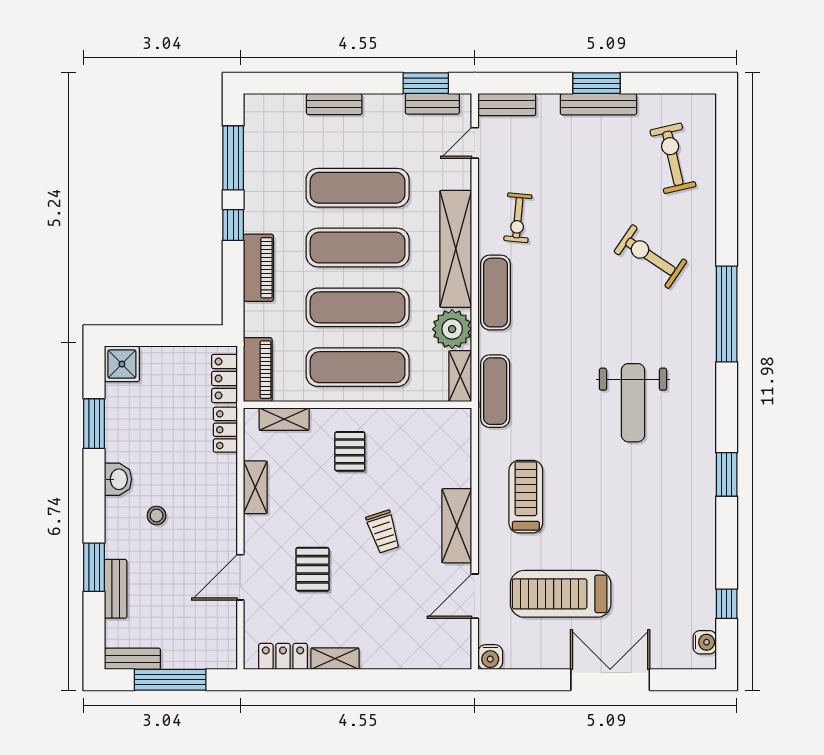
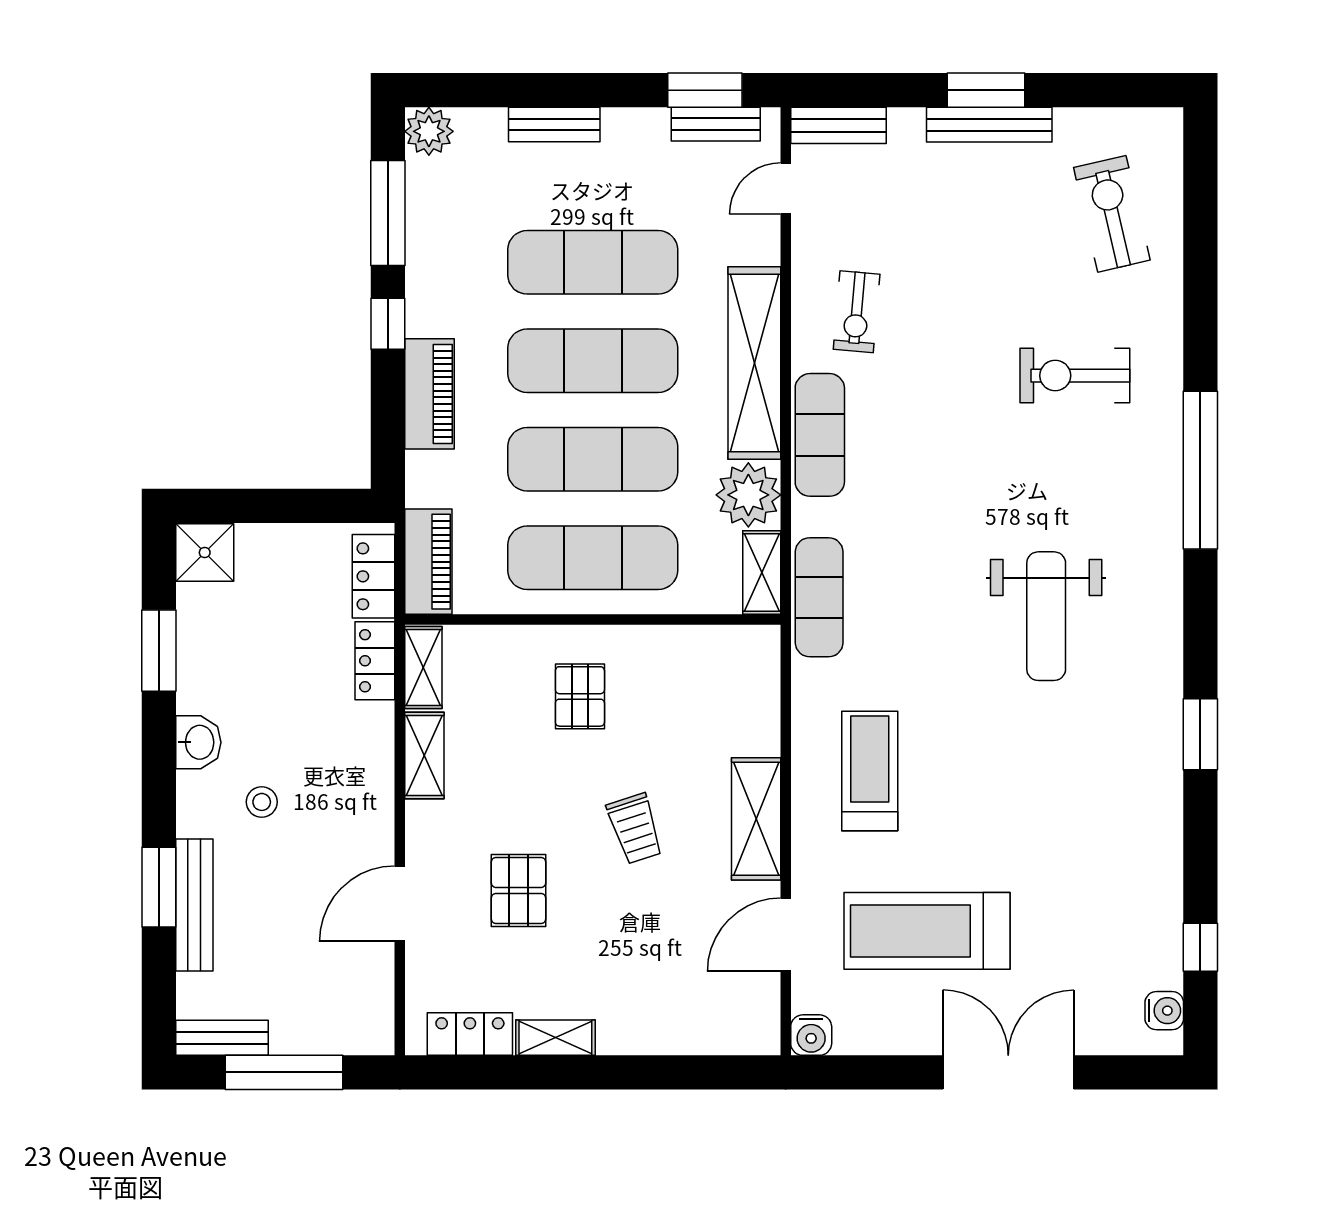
plant: (258, 108) -> (429, 131), added
exercise bike: (650, 257) -> (1075, 376), turned -34
shelving: (284, 419) -> (423, 668), moved, turned 90
bench: (116, 589) -> (194, 905), width x1.36

